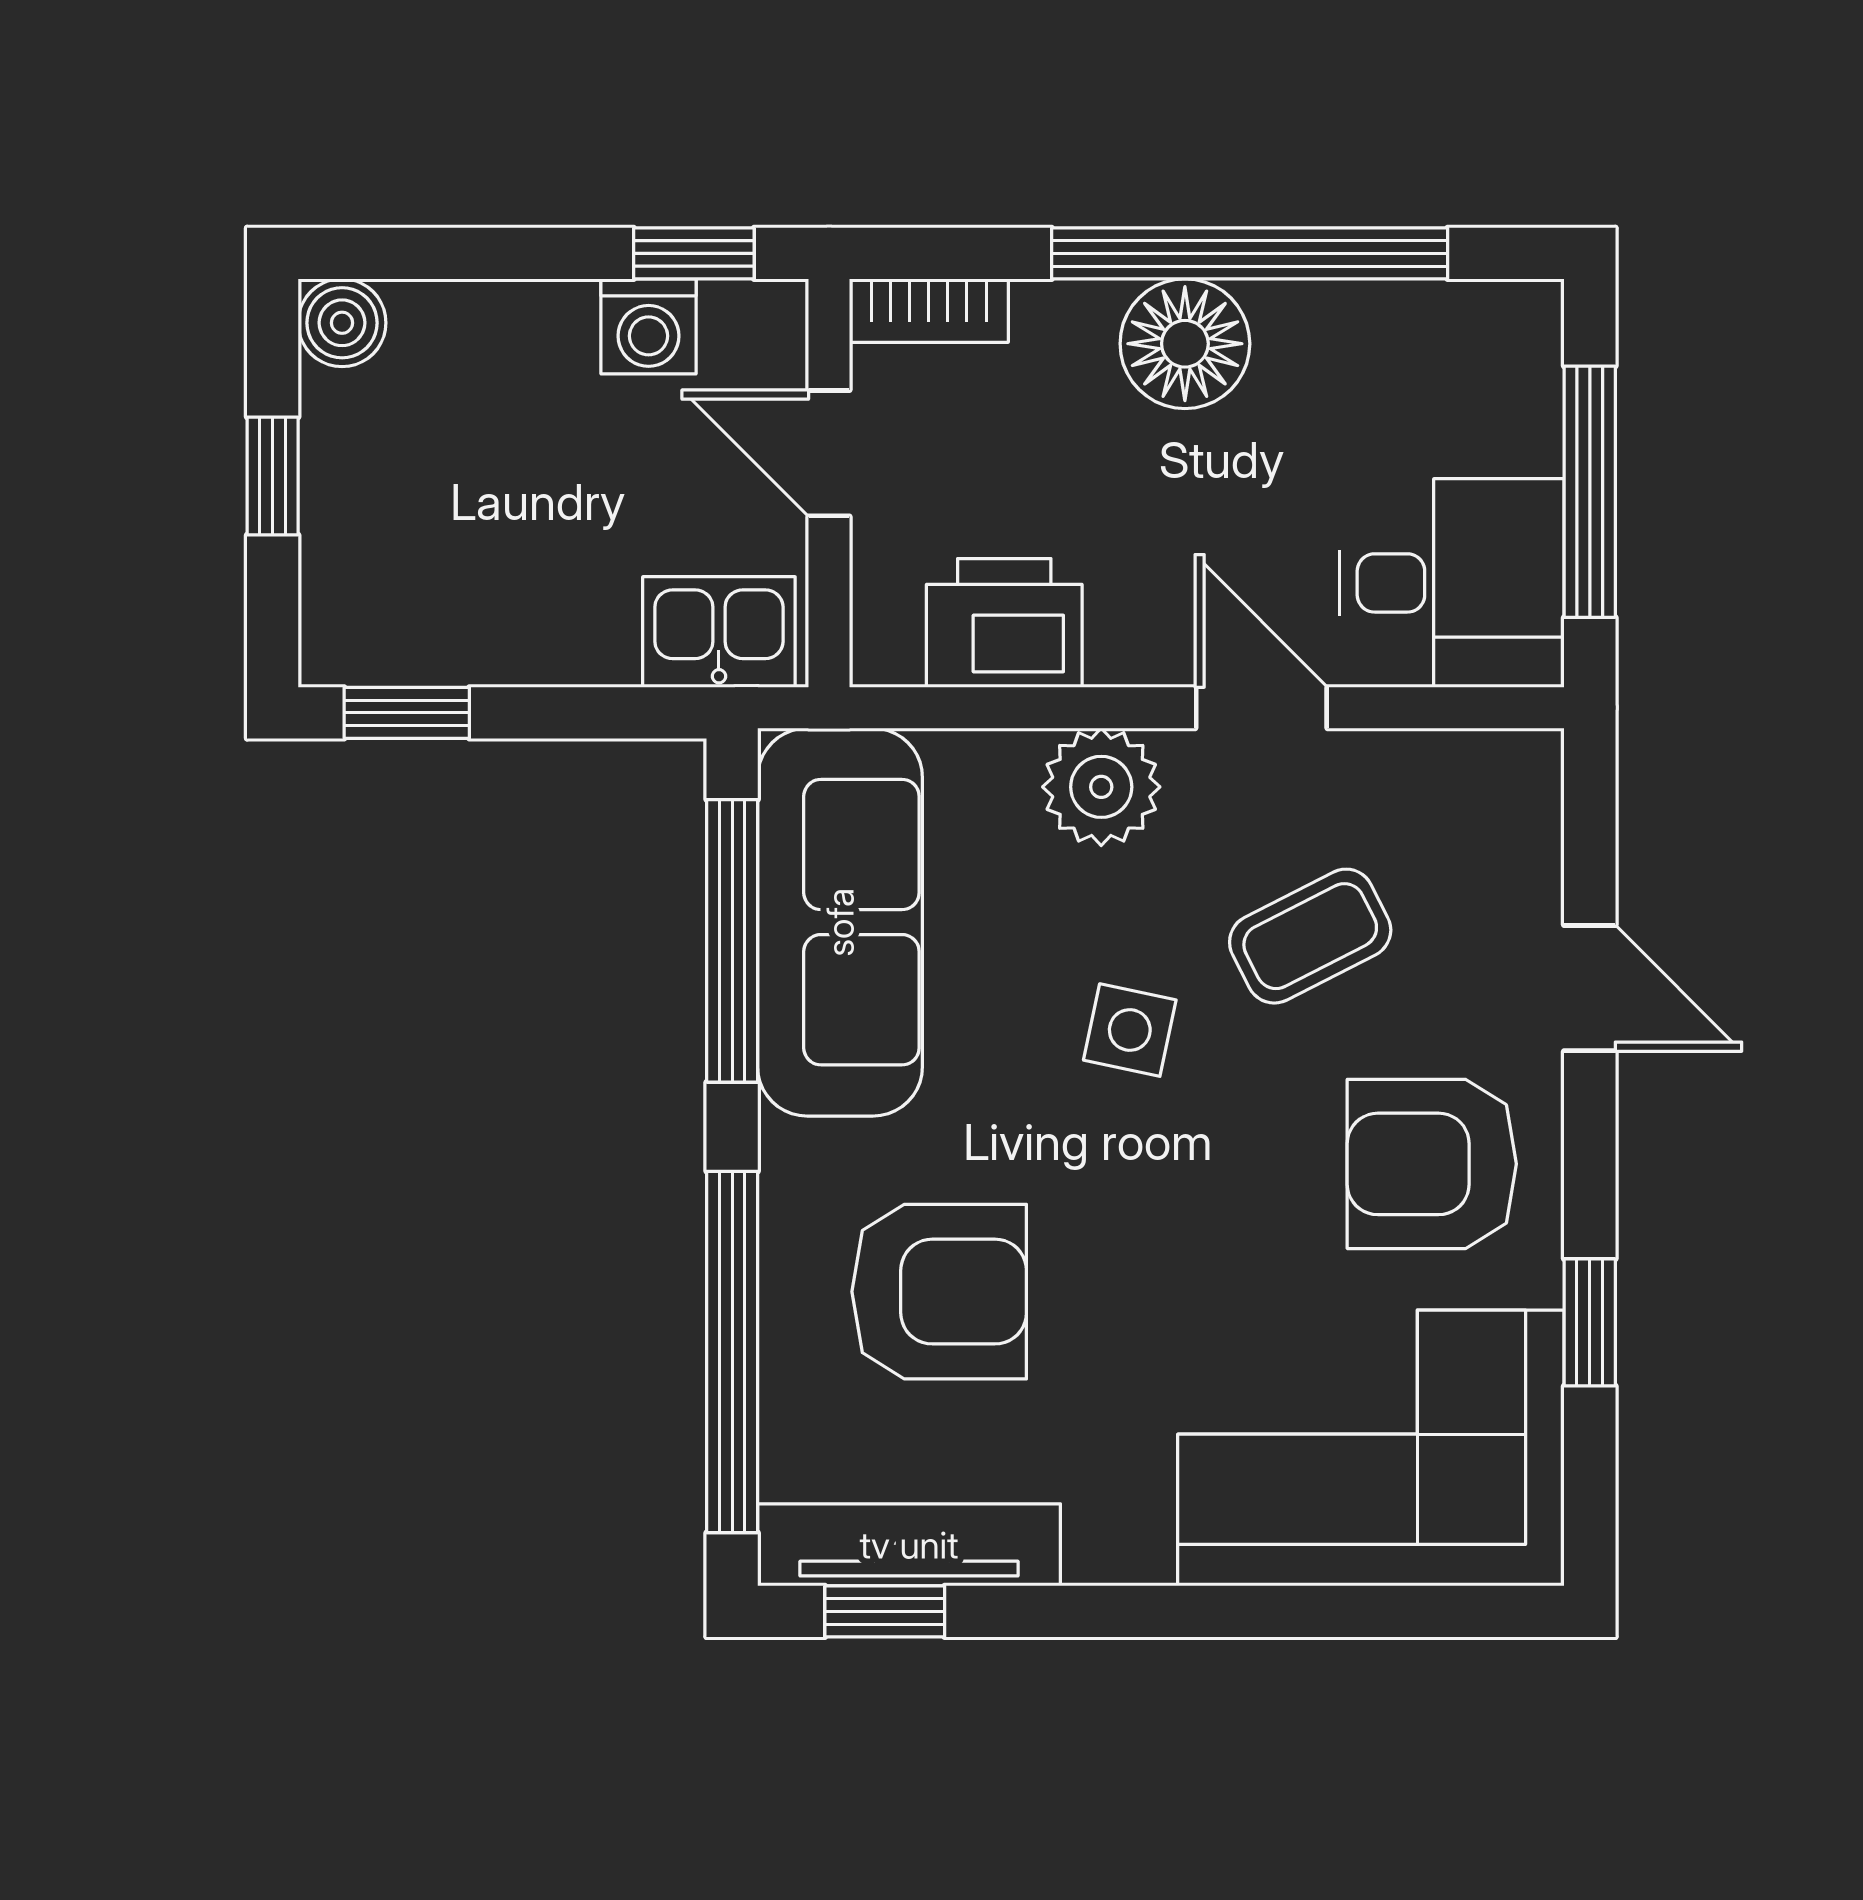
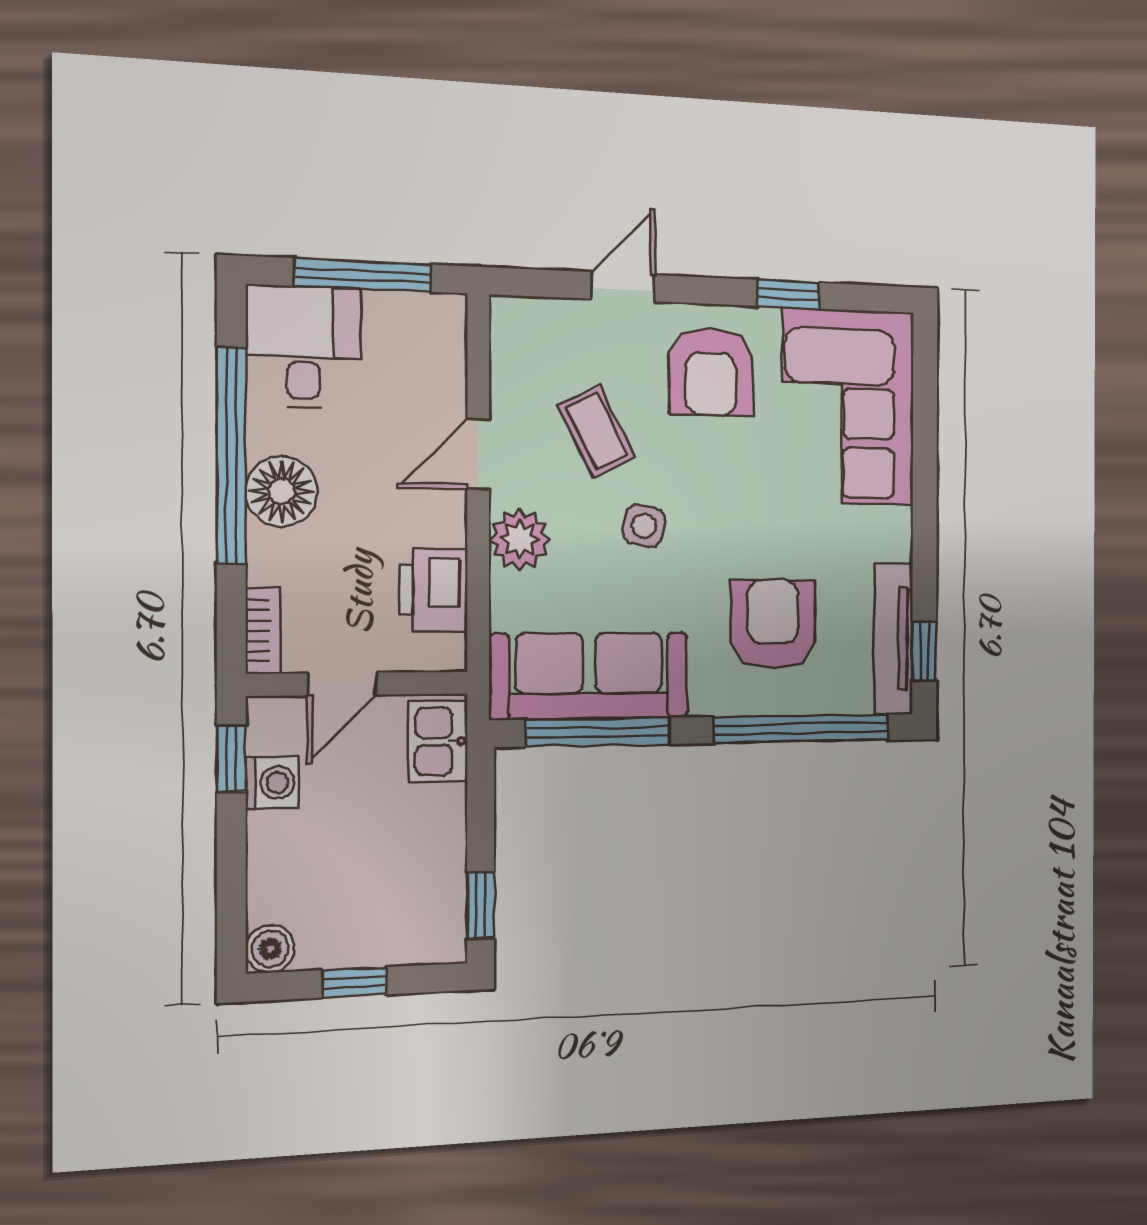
desk: (1452, 583) -> (304, 347), moved

